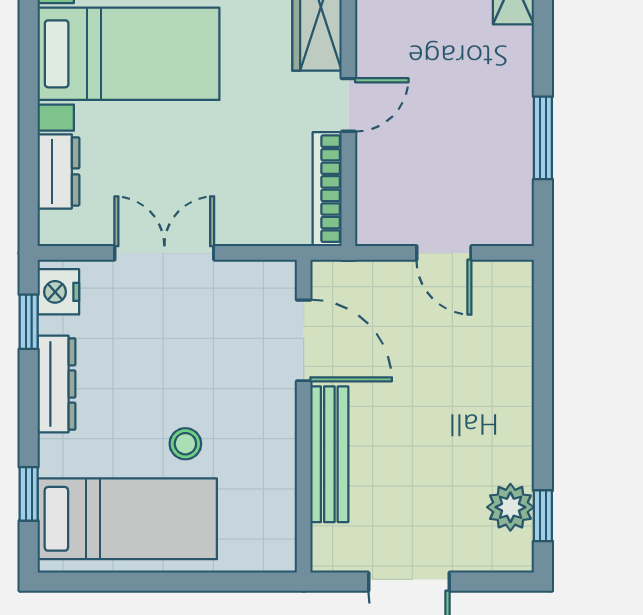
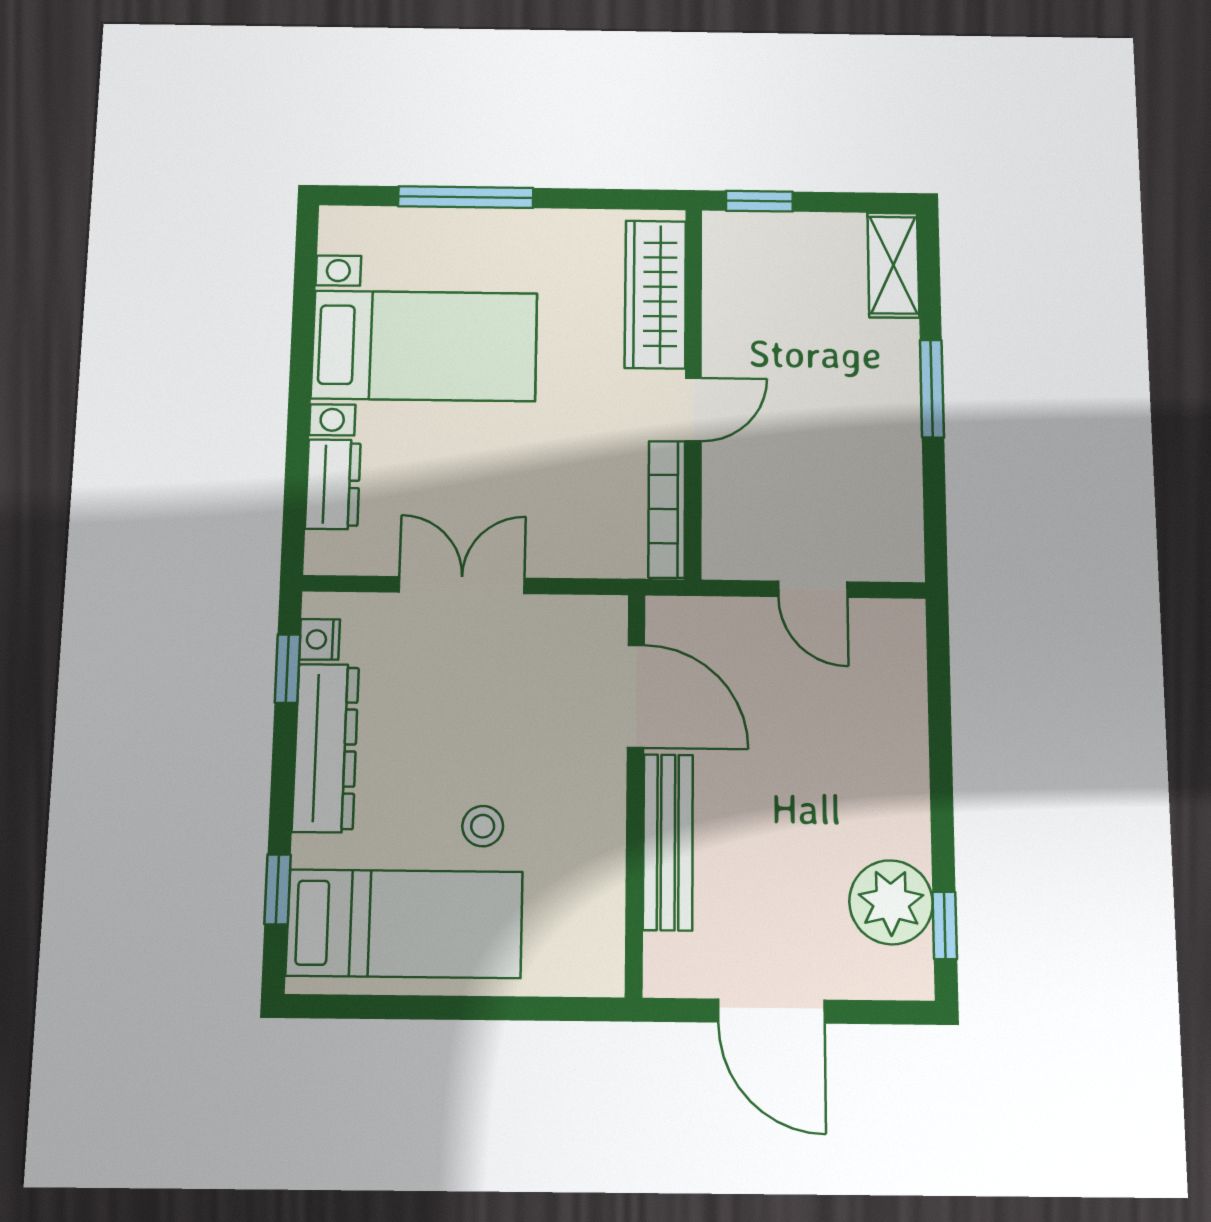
window: (543, 138) -> (932, 389), moved
nightstand: (58, 292) -> (320, 639), width x0.72, depth x0.74
dresser: (56, 384) -> (325, 748), width x1.37, depth x1.24
plant: (510, 507) -> (891, 902), width x1.36, depth x1.36

